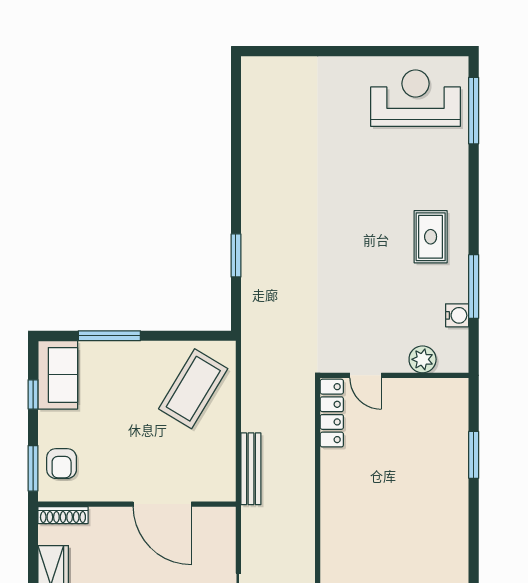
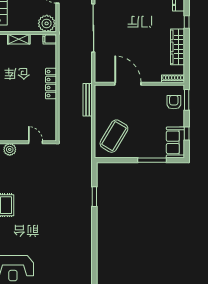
locker: (332, 413) -> (51, 84), moved

